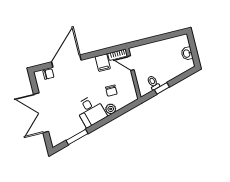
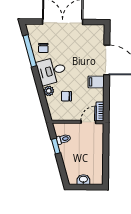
filing cabinet: (103, 63) -> (96, 82), moved
chair: (48, 74) -> (43, 48), moved
window: (77, 137) -> (30, 51), width x1.44

